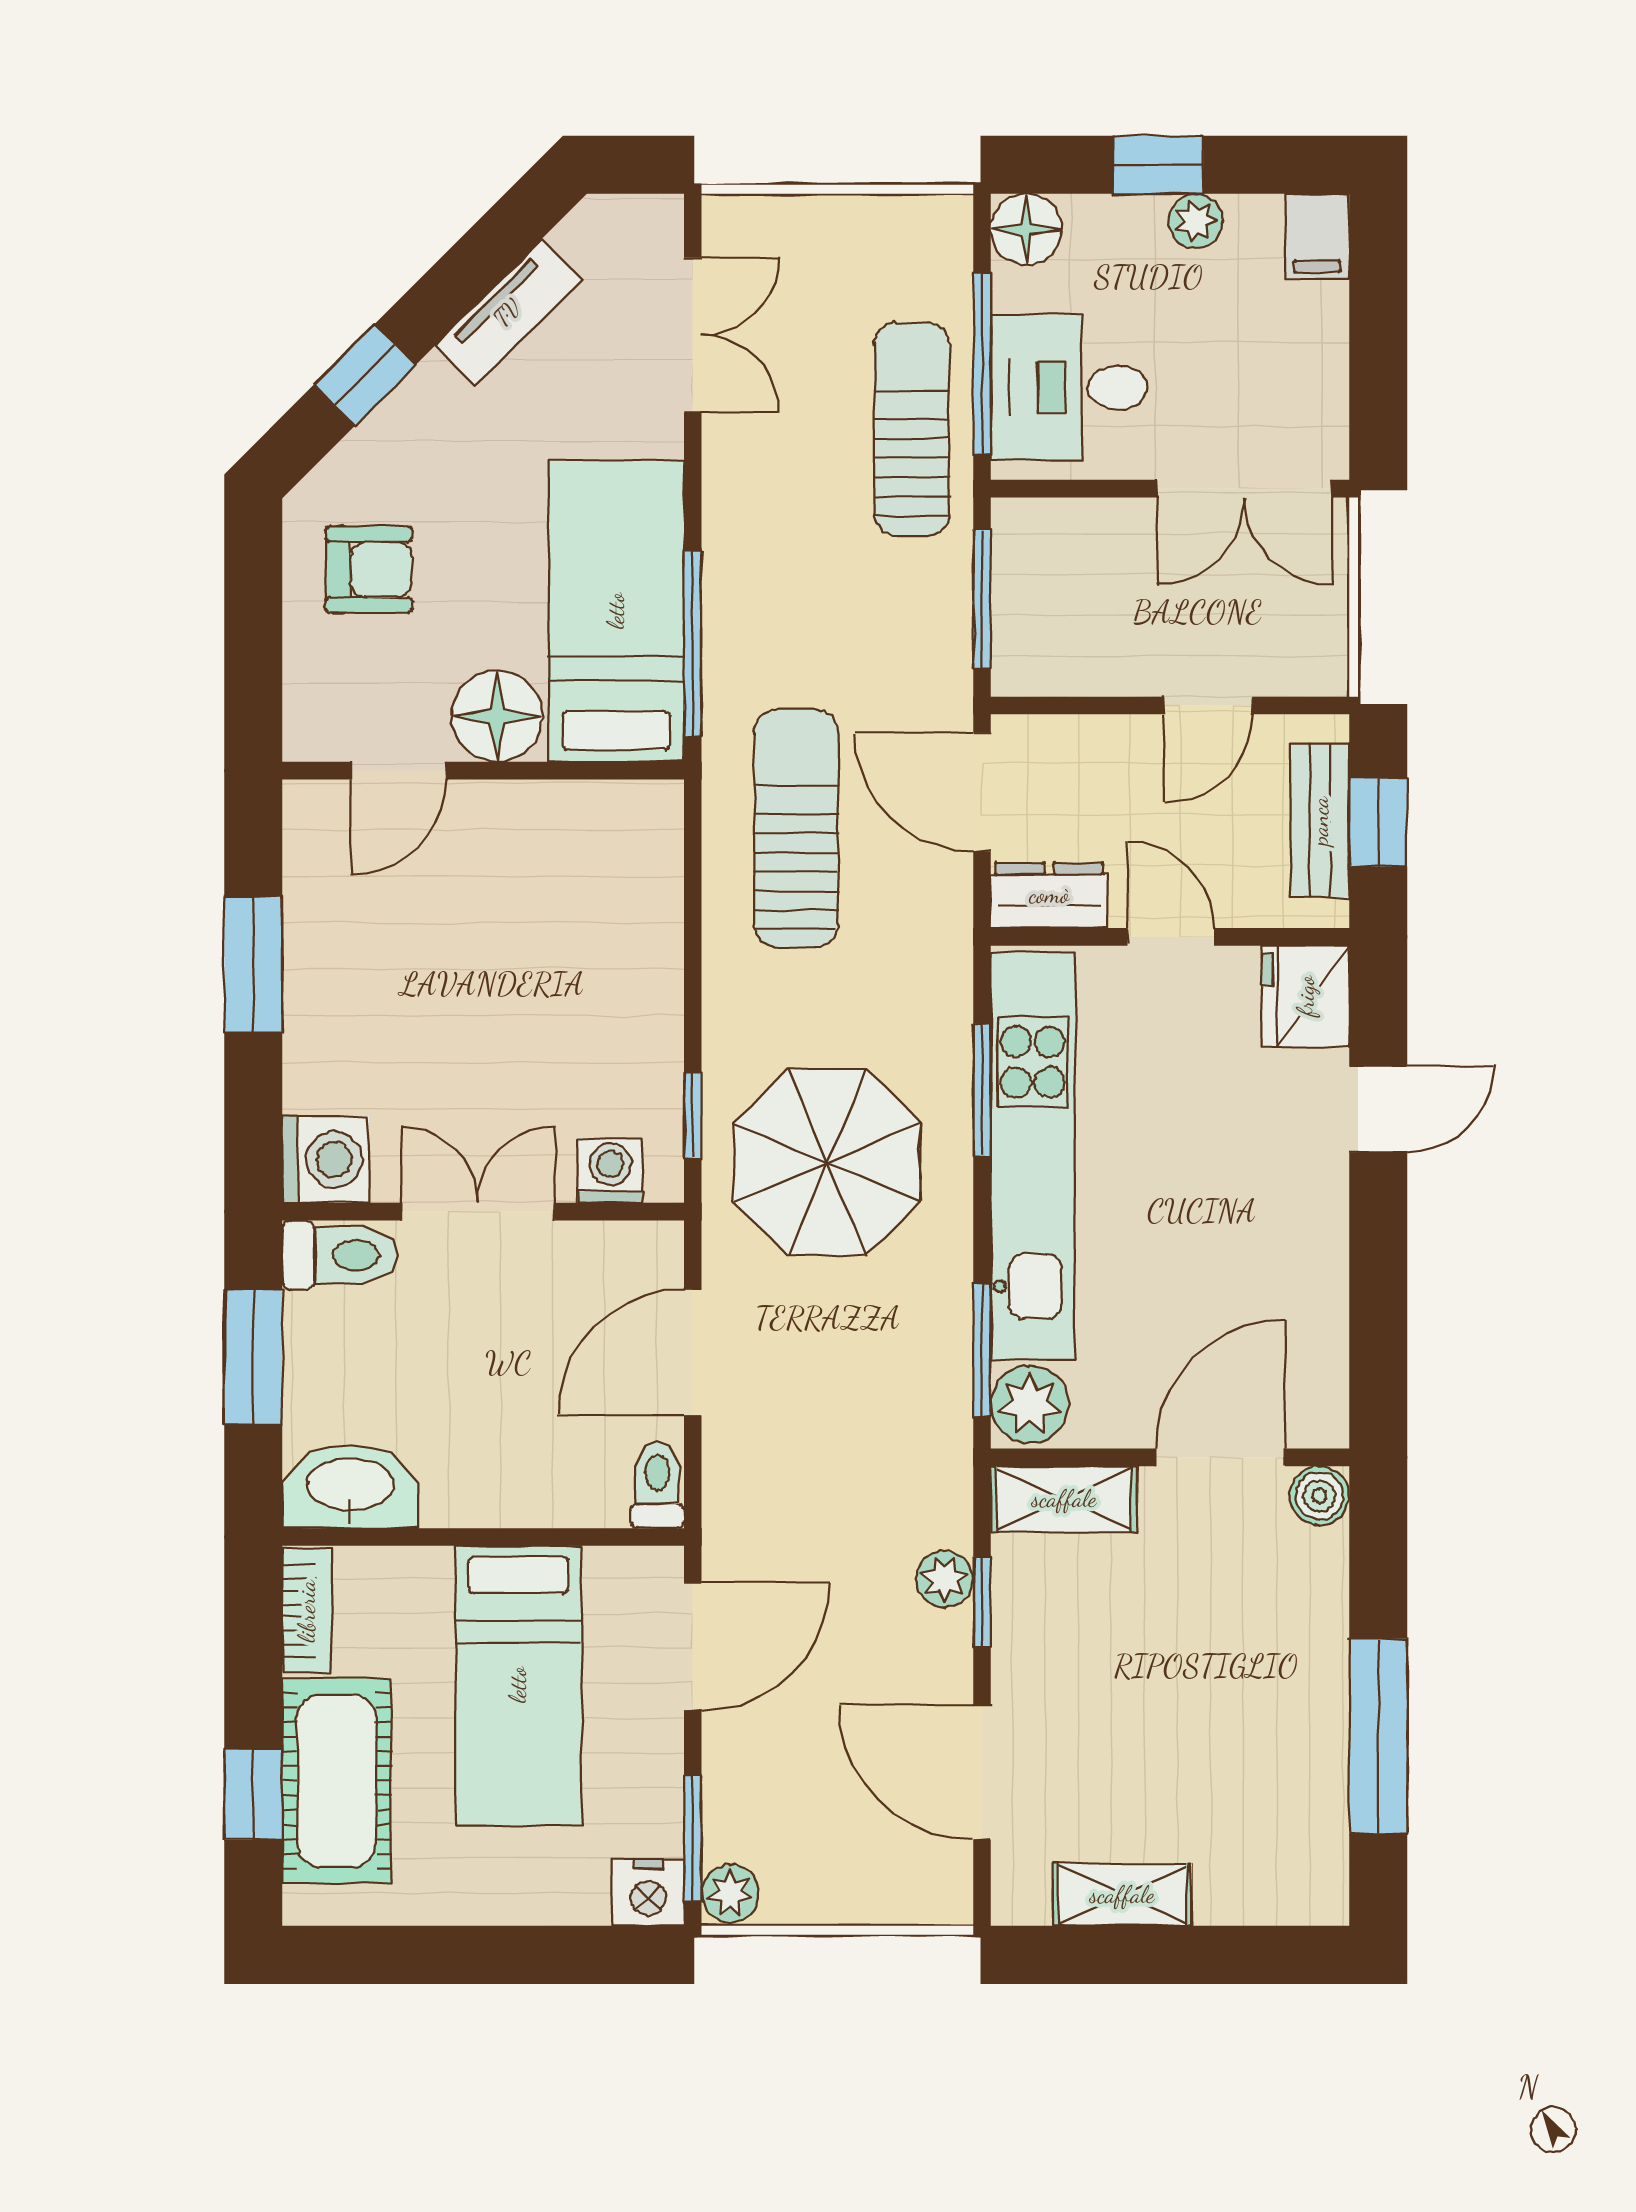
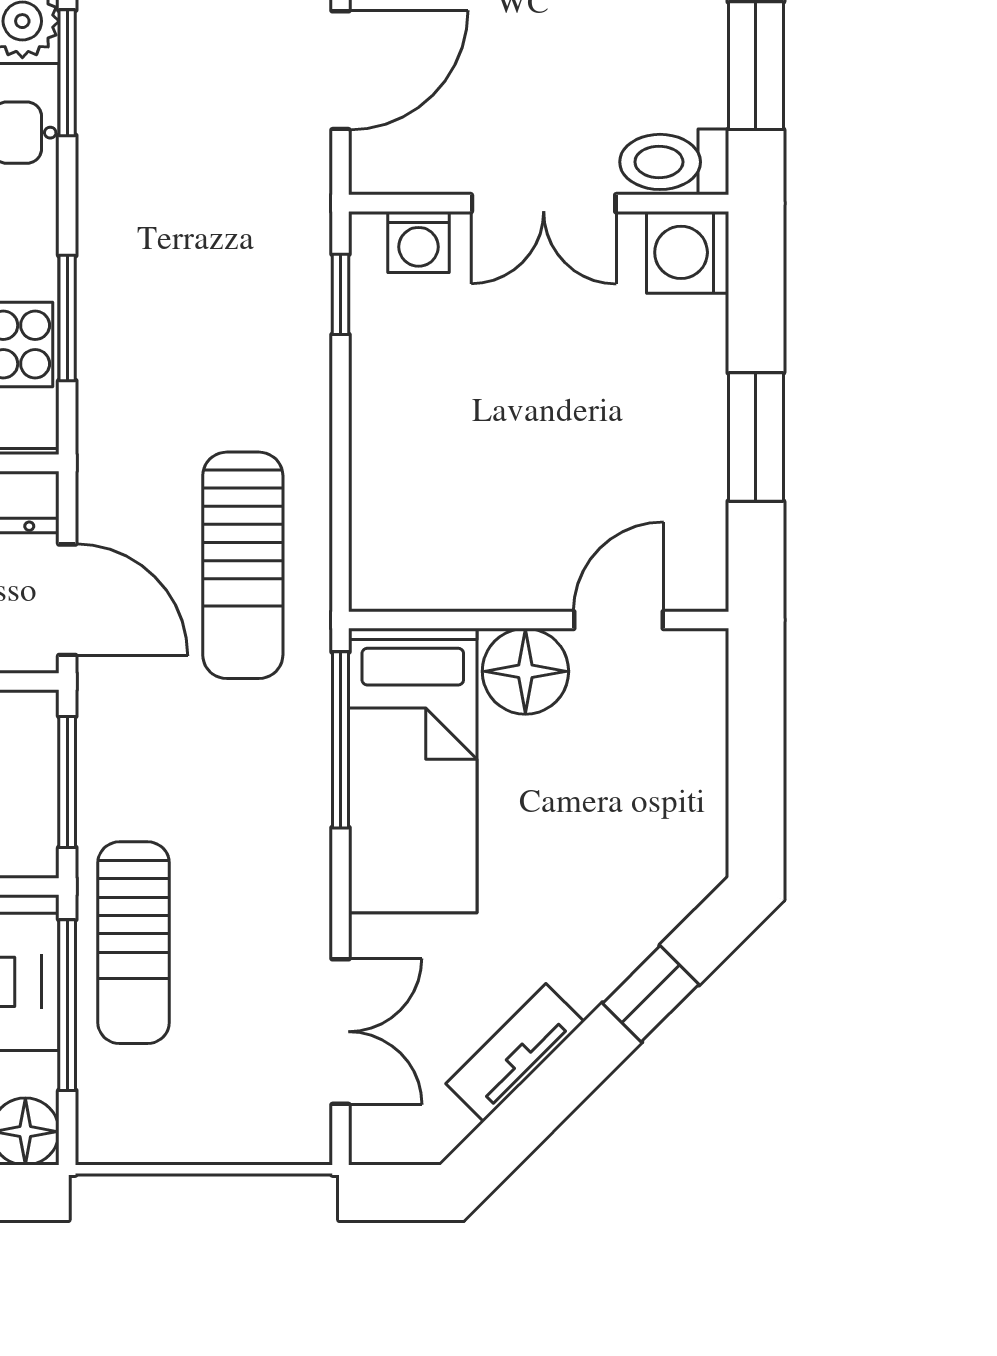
double door: (693, 335) -> (341, 1032), swing flipped
armchair: (369, 570) -> (647, 810), removed
parasol: (827, 1162) -> (213, 250), removed

